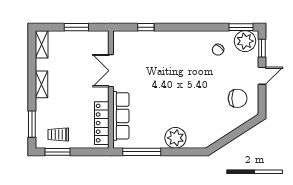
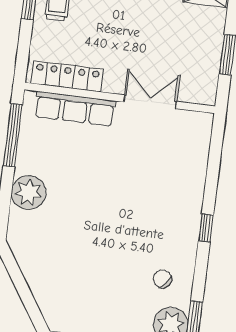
window: (146, 27) -> (206, 228), moved
chair: (238, 98) -> (80, 301), removed

